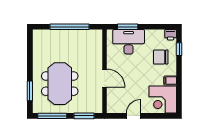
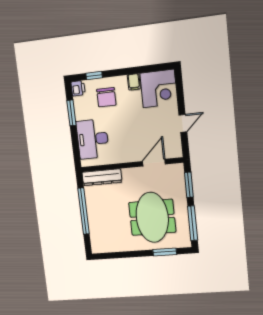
window: (128, 27) -> (71, 113), moved
dresser: (97, 46) -> (102, 177), added
door: (104, 78) -> (154, 163), moved
meeting table: (60, 84) -> (152, 217), turned 90
door: (133, 116) -> (183, 123), swing flipped

